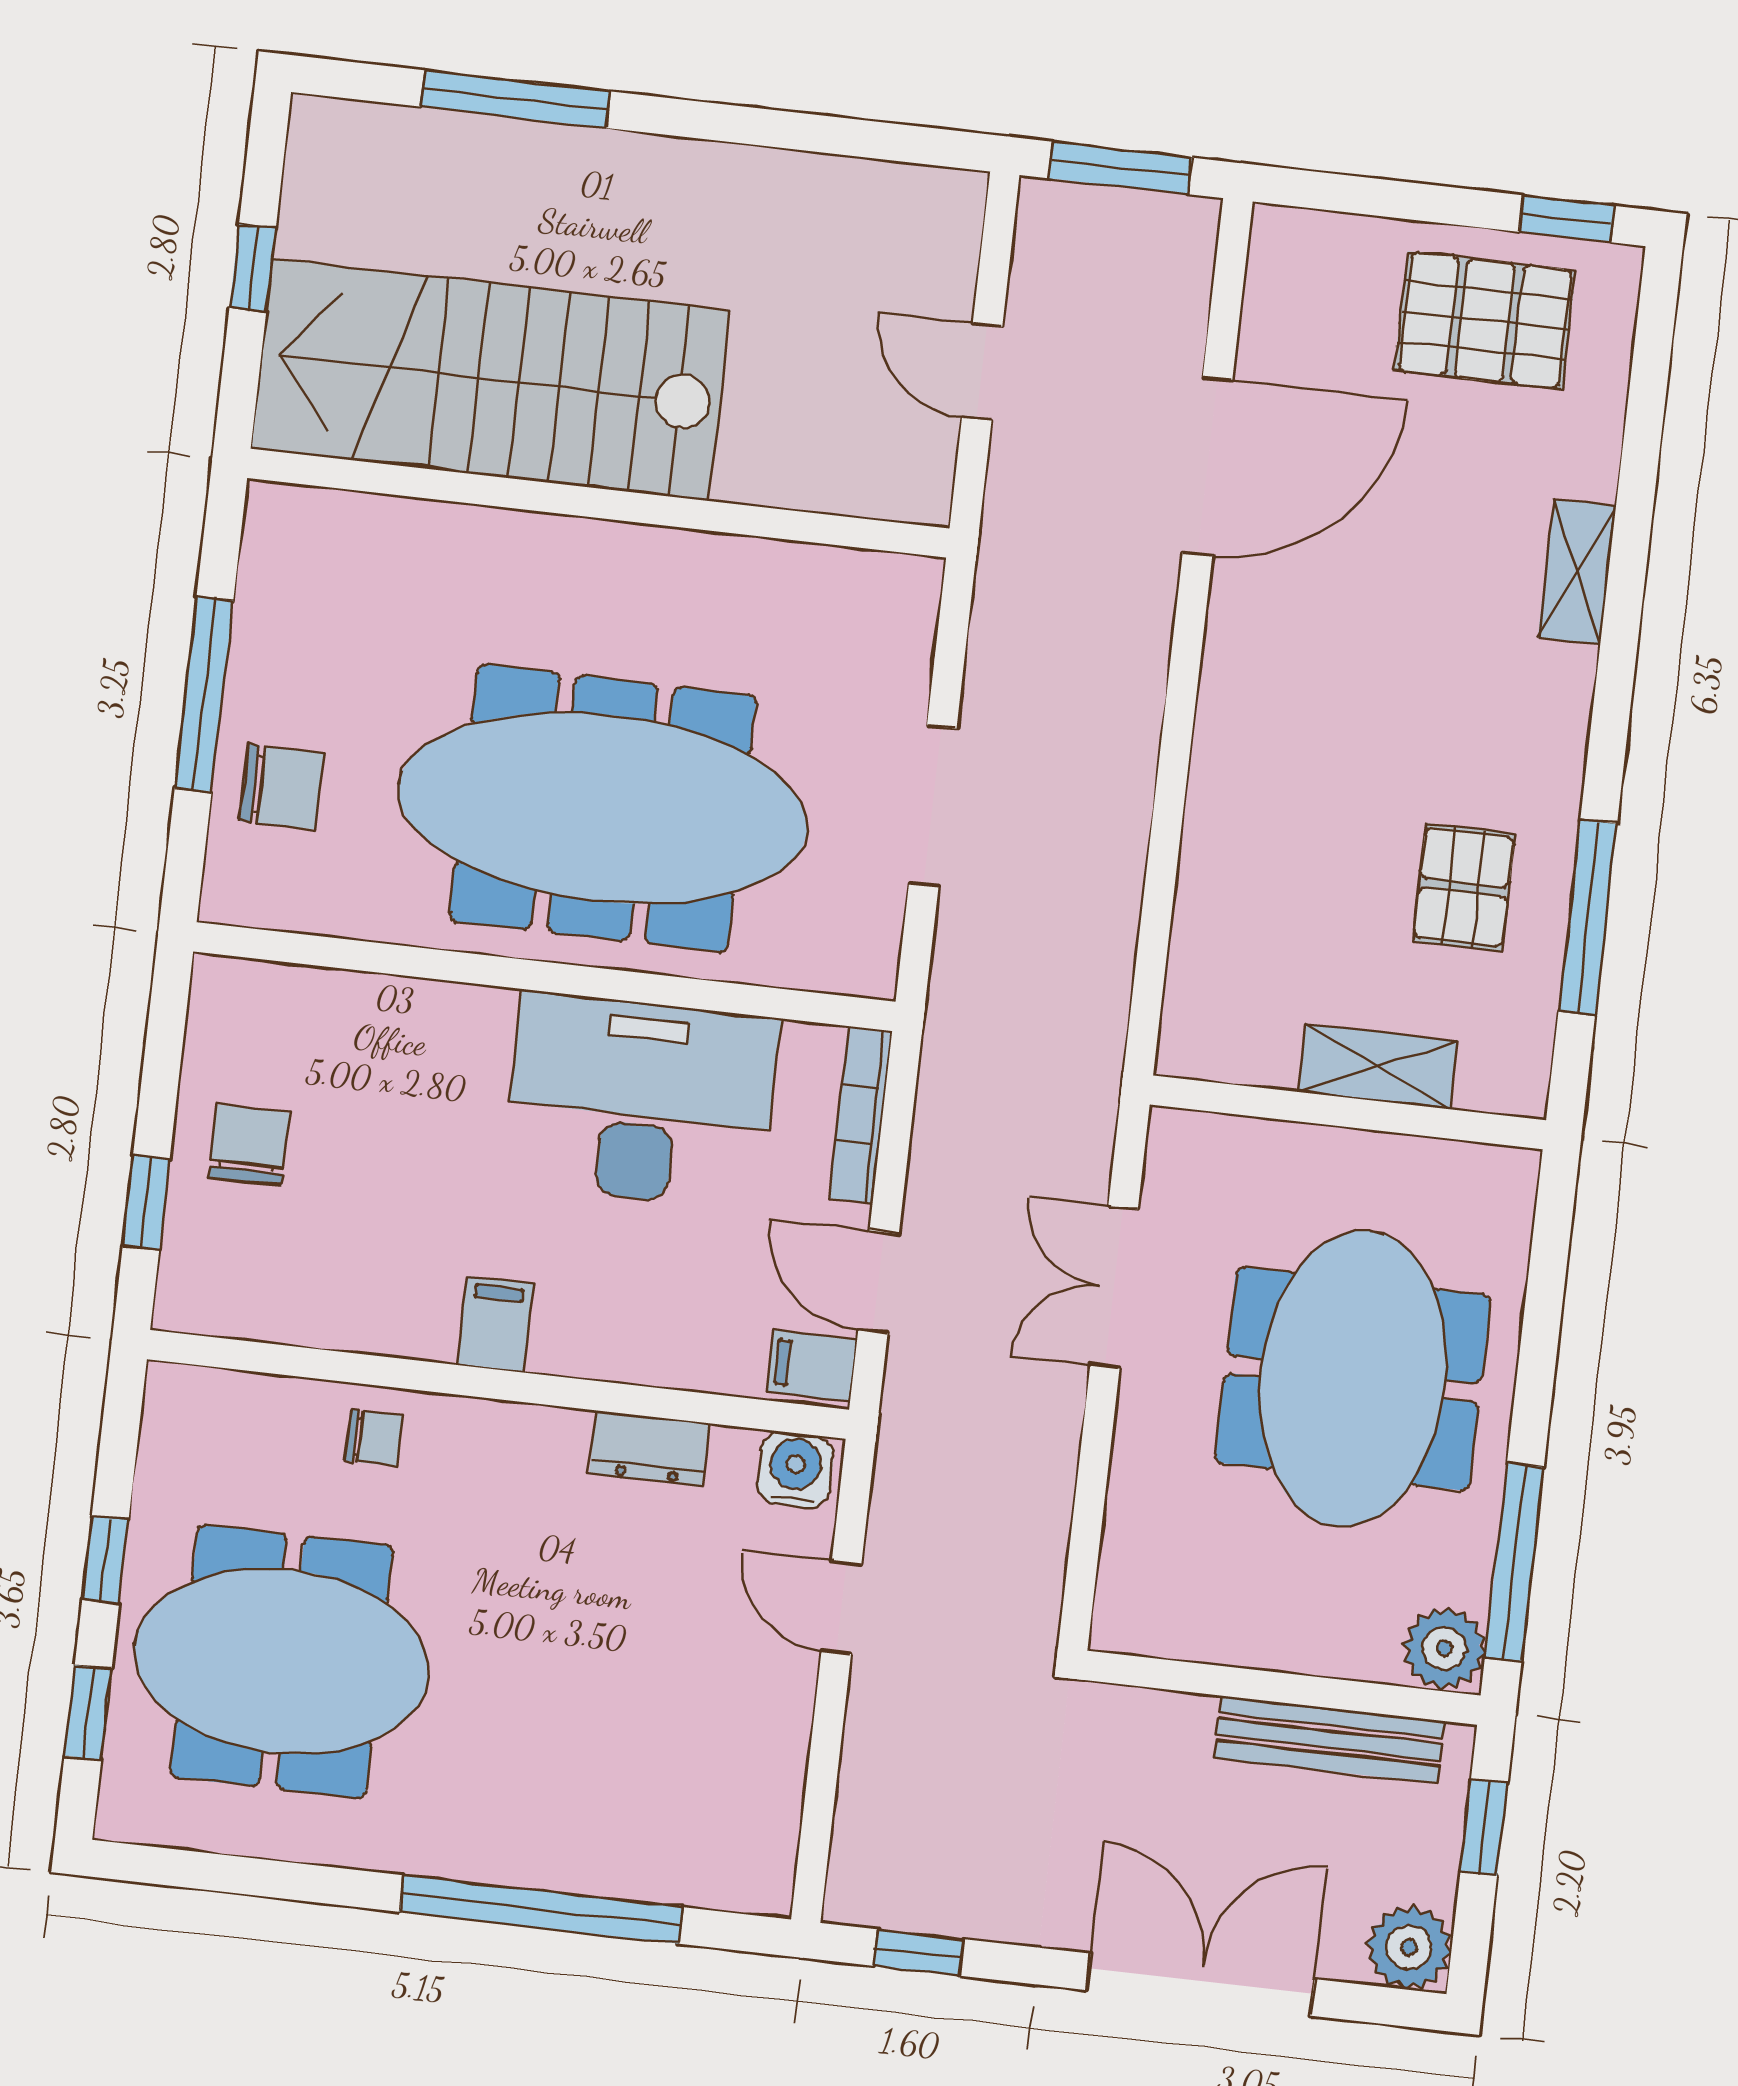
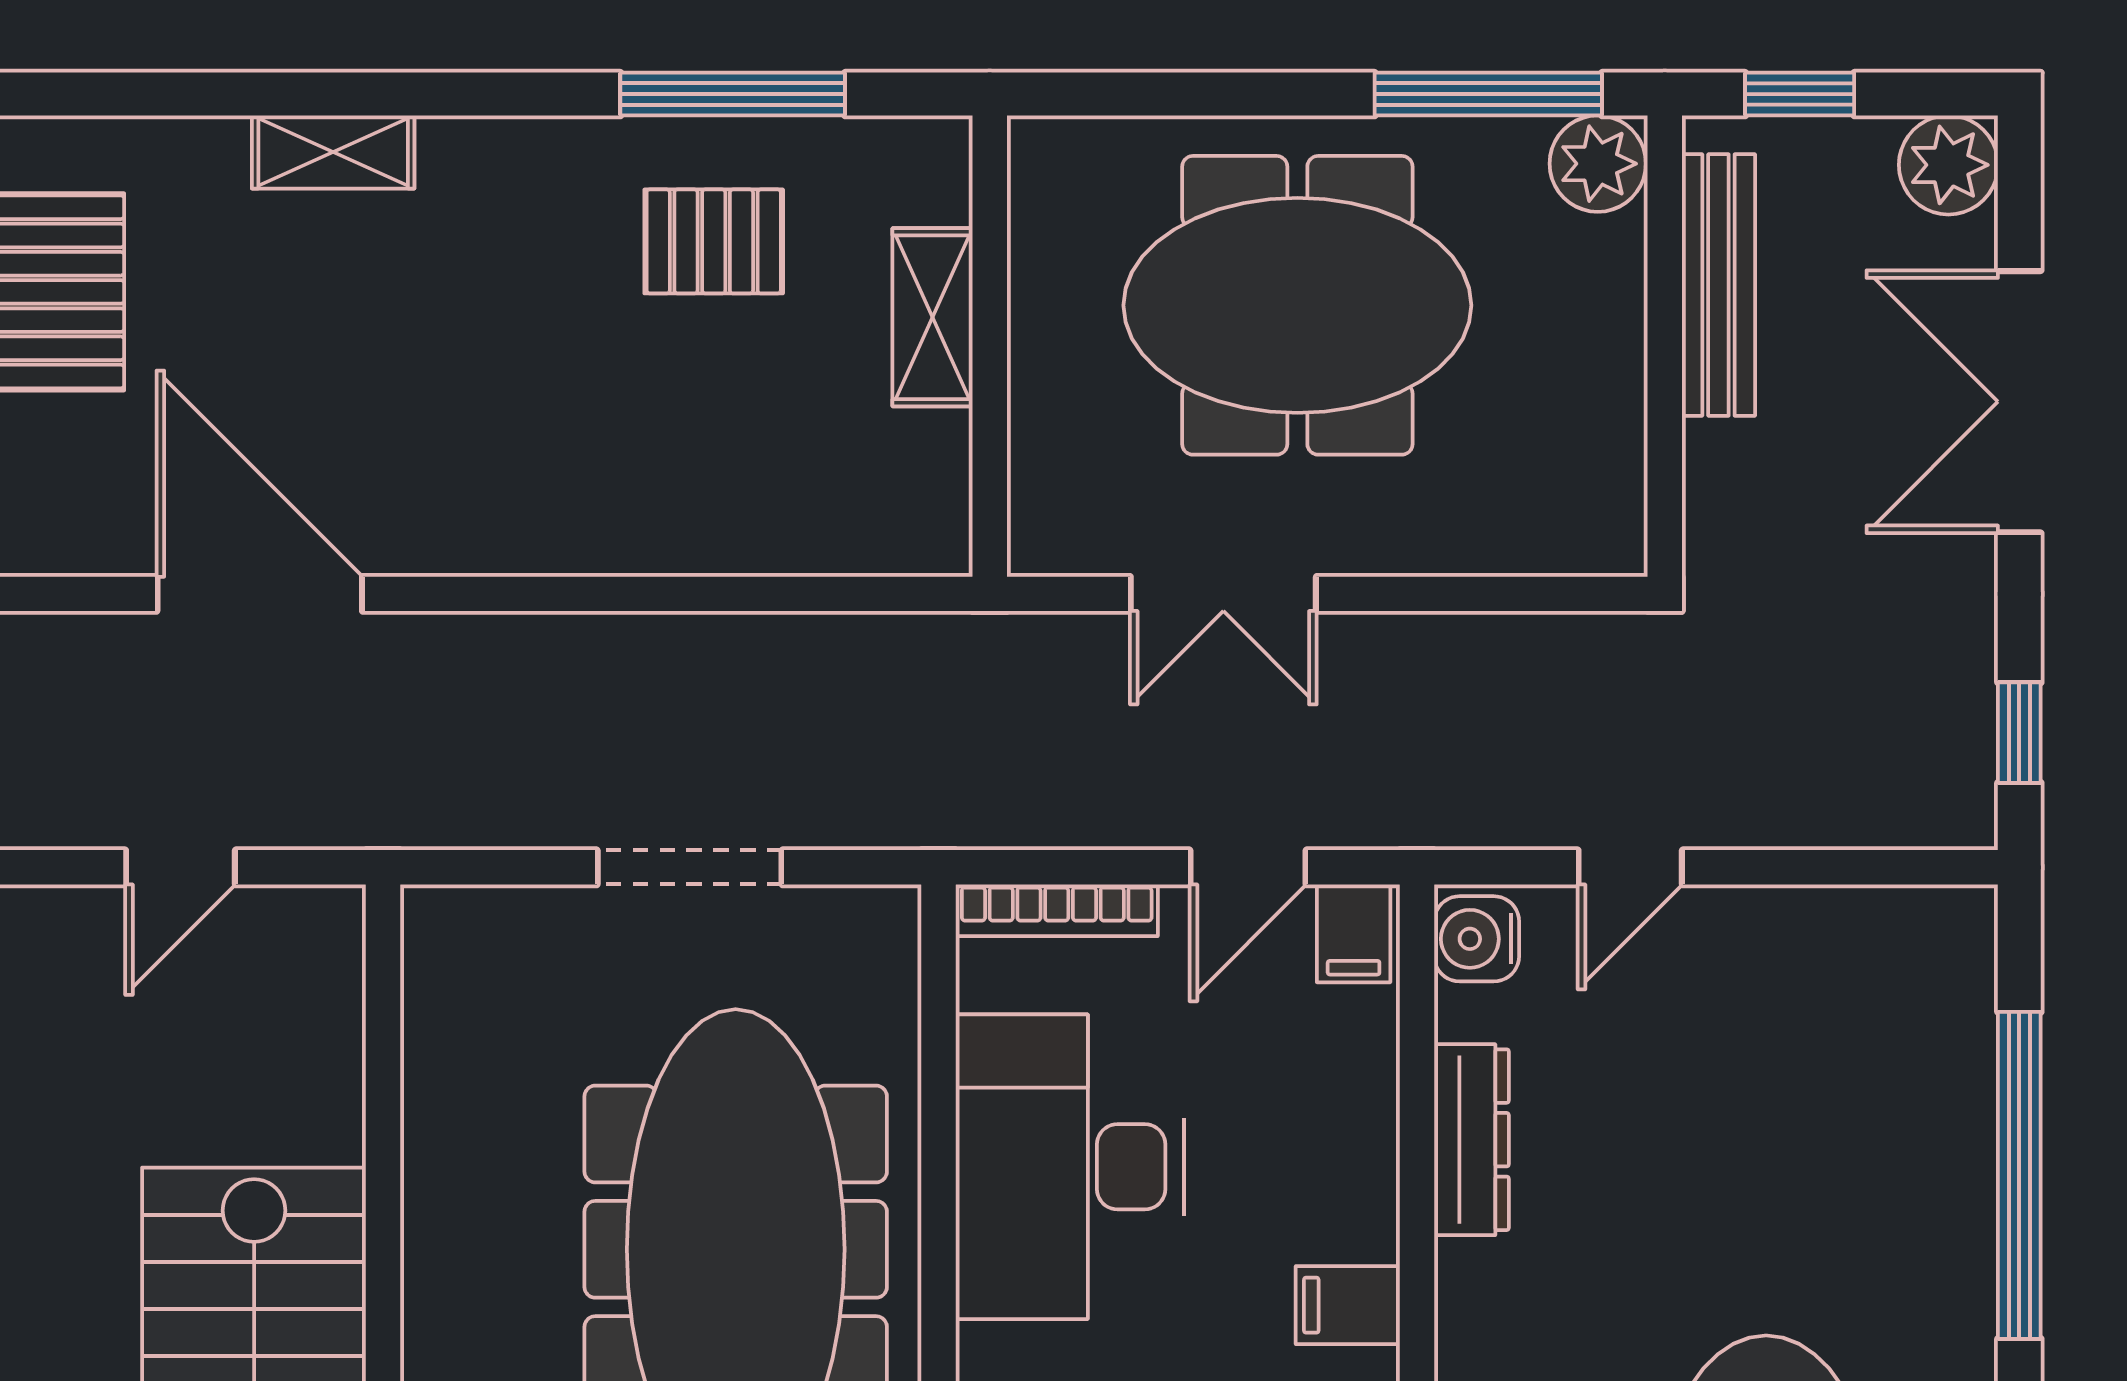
dresser: (649, 1449) -> (1471, 1140), width x1.44

